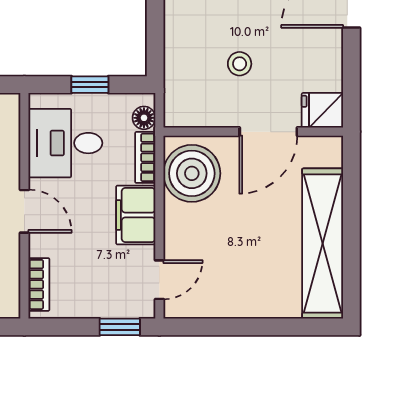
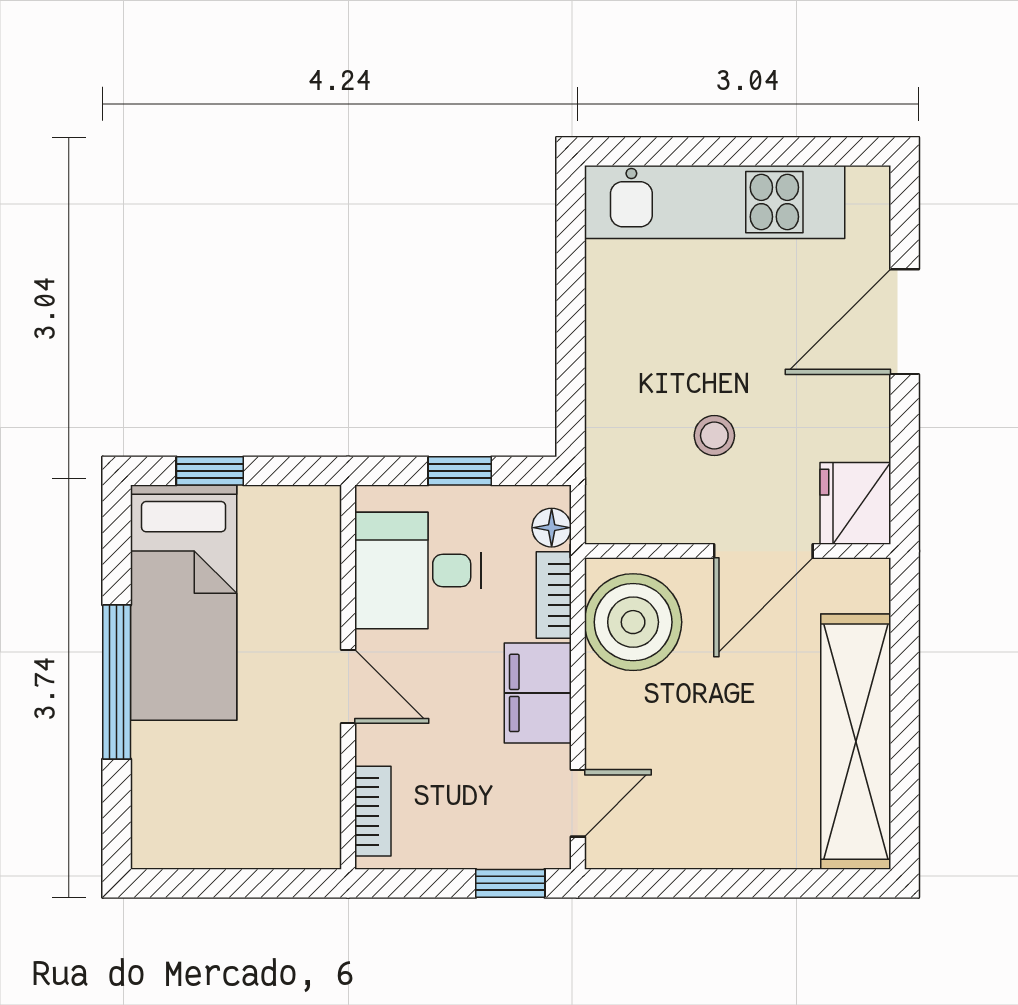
fridge: (322, 110) -> (855, 503), width x1.38

